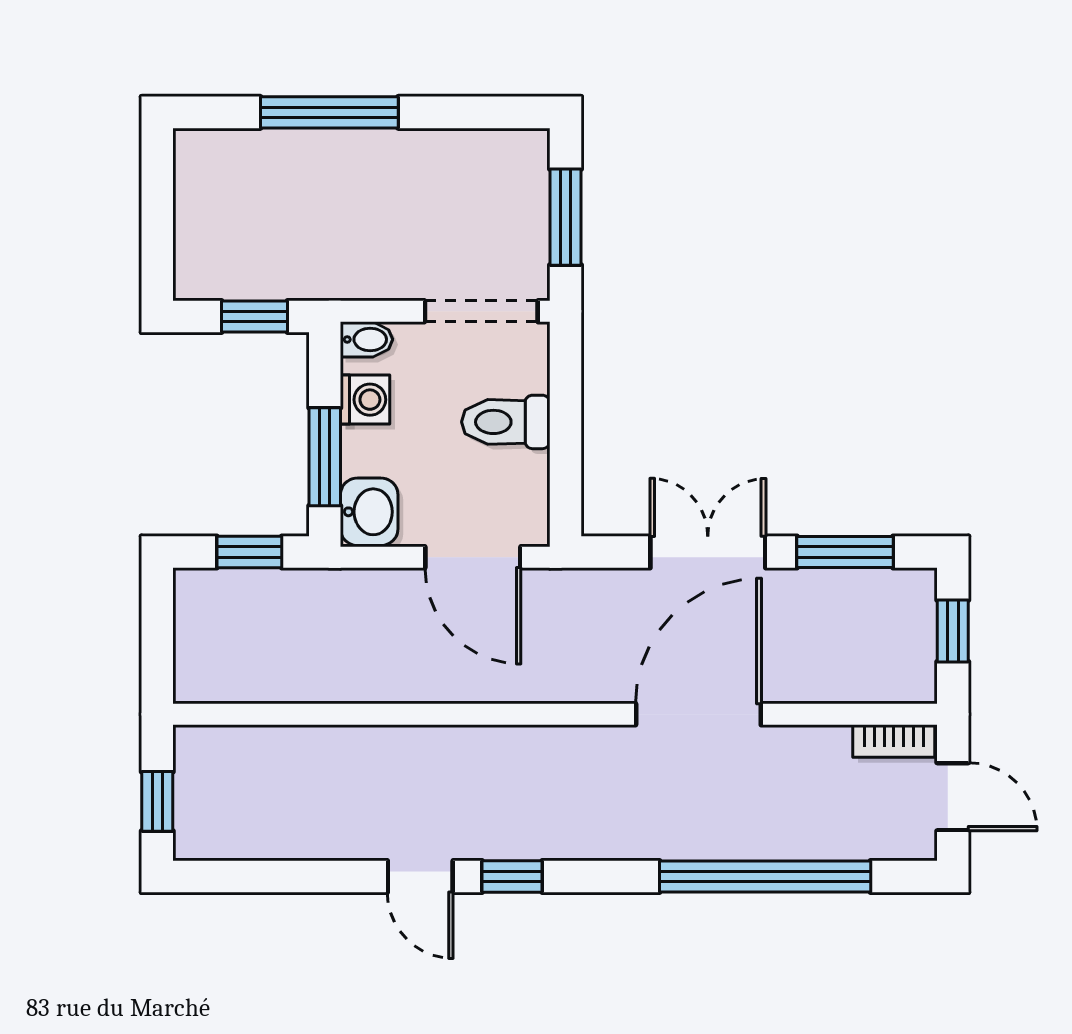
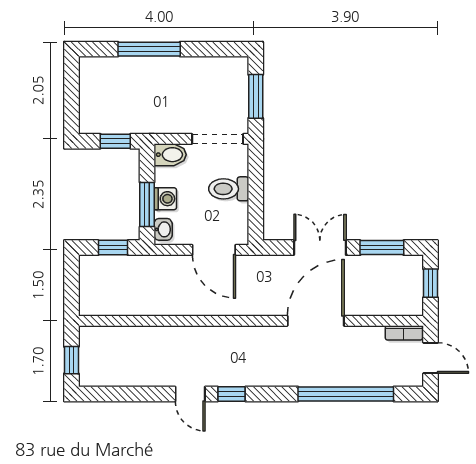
bidet: (367, 339) -> (170, 155), width x1.38, depth x1.36
washing machine: (365, 400) -> (165, 199), moved
washbasin: (369, 512) -> (163, 229), width x0.72, depth x0.69

